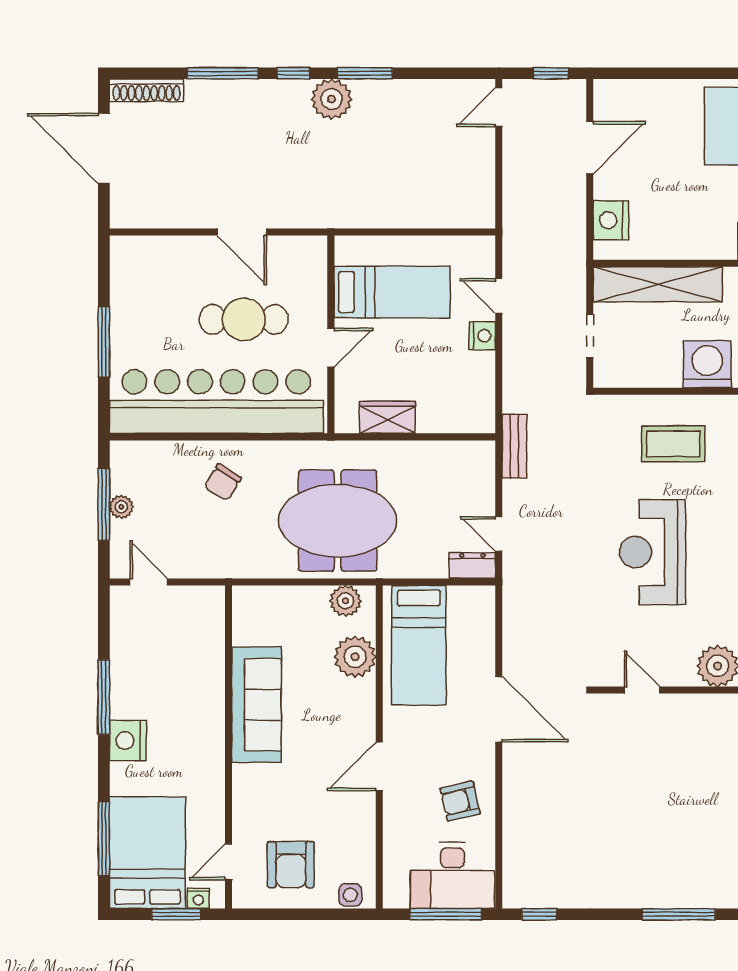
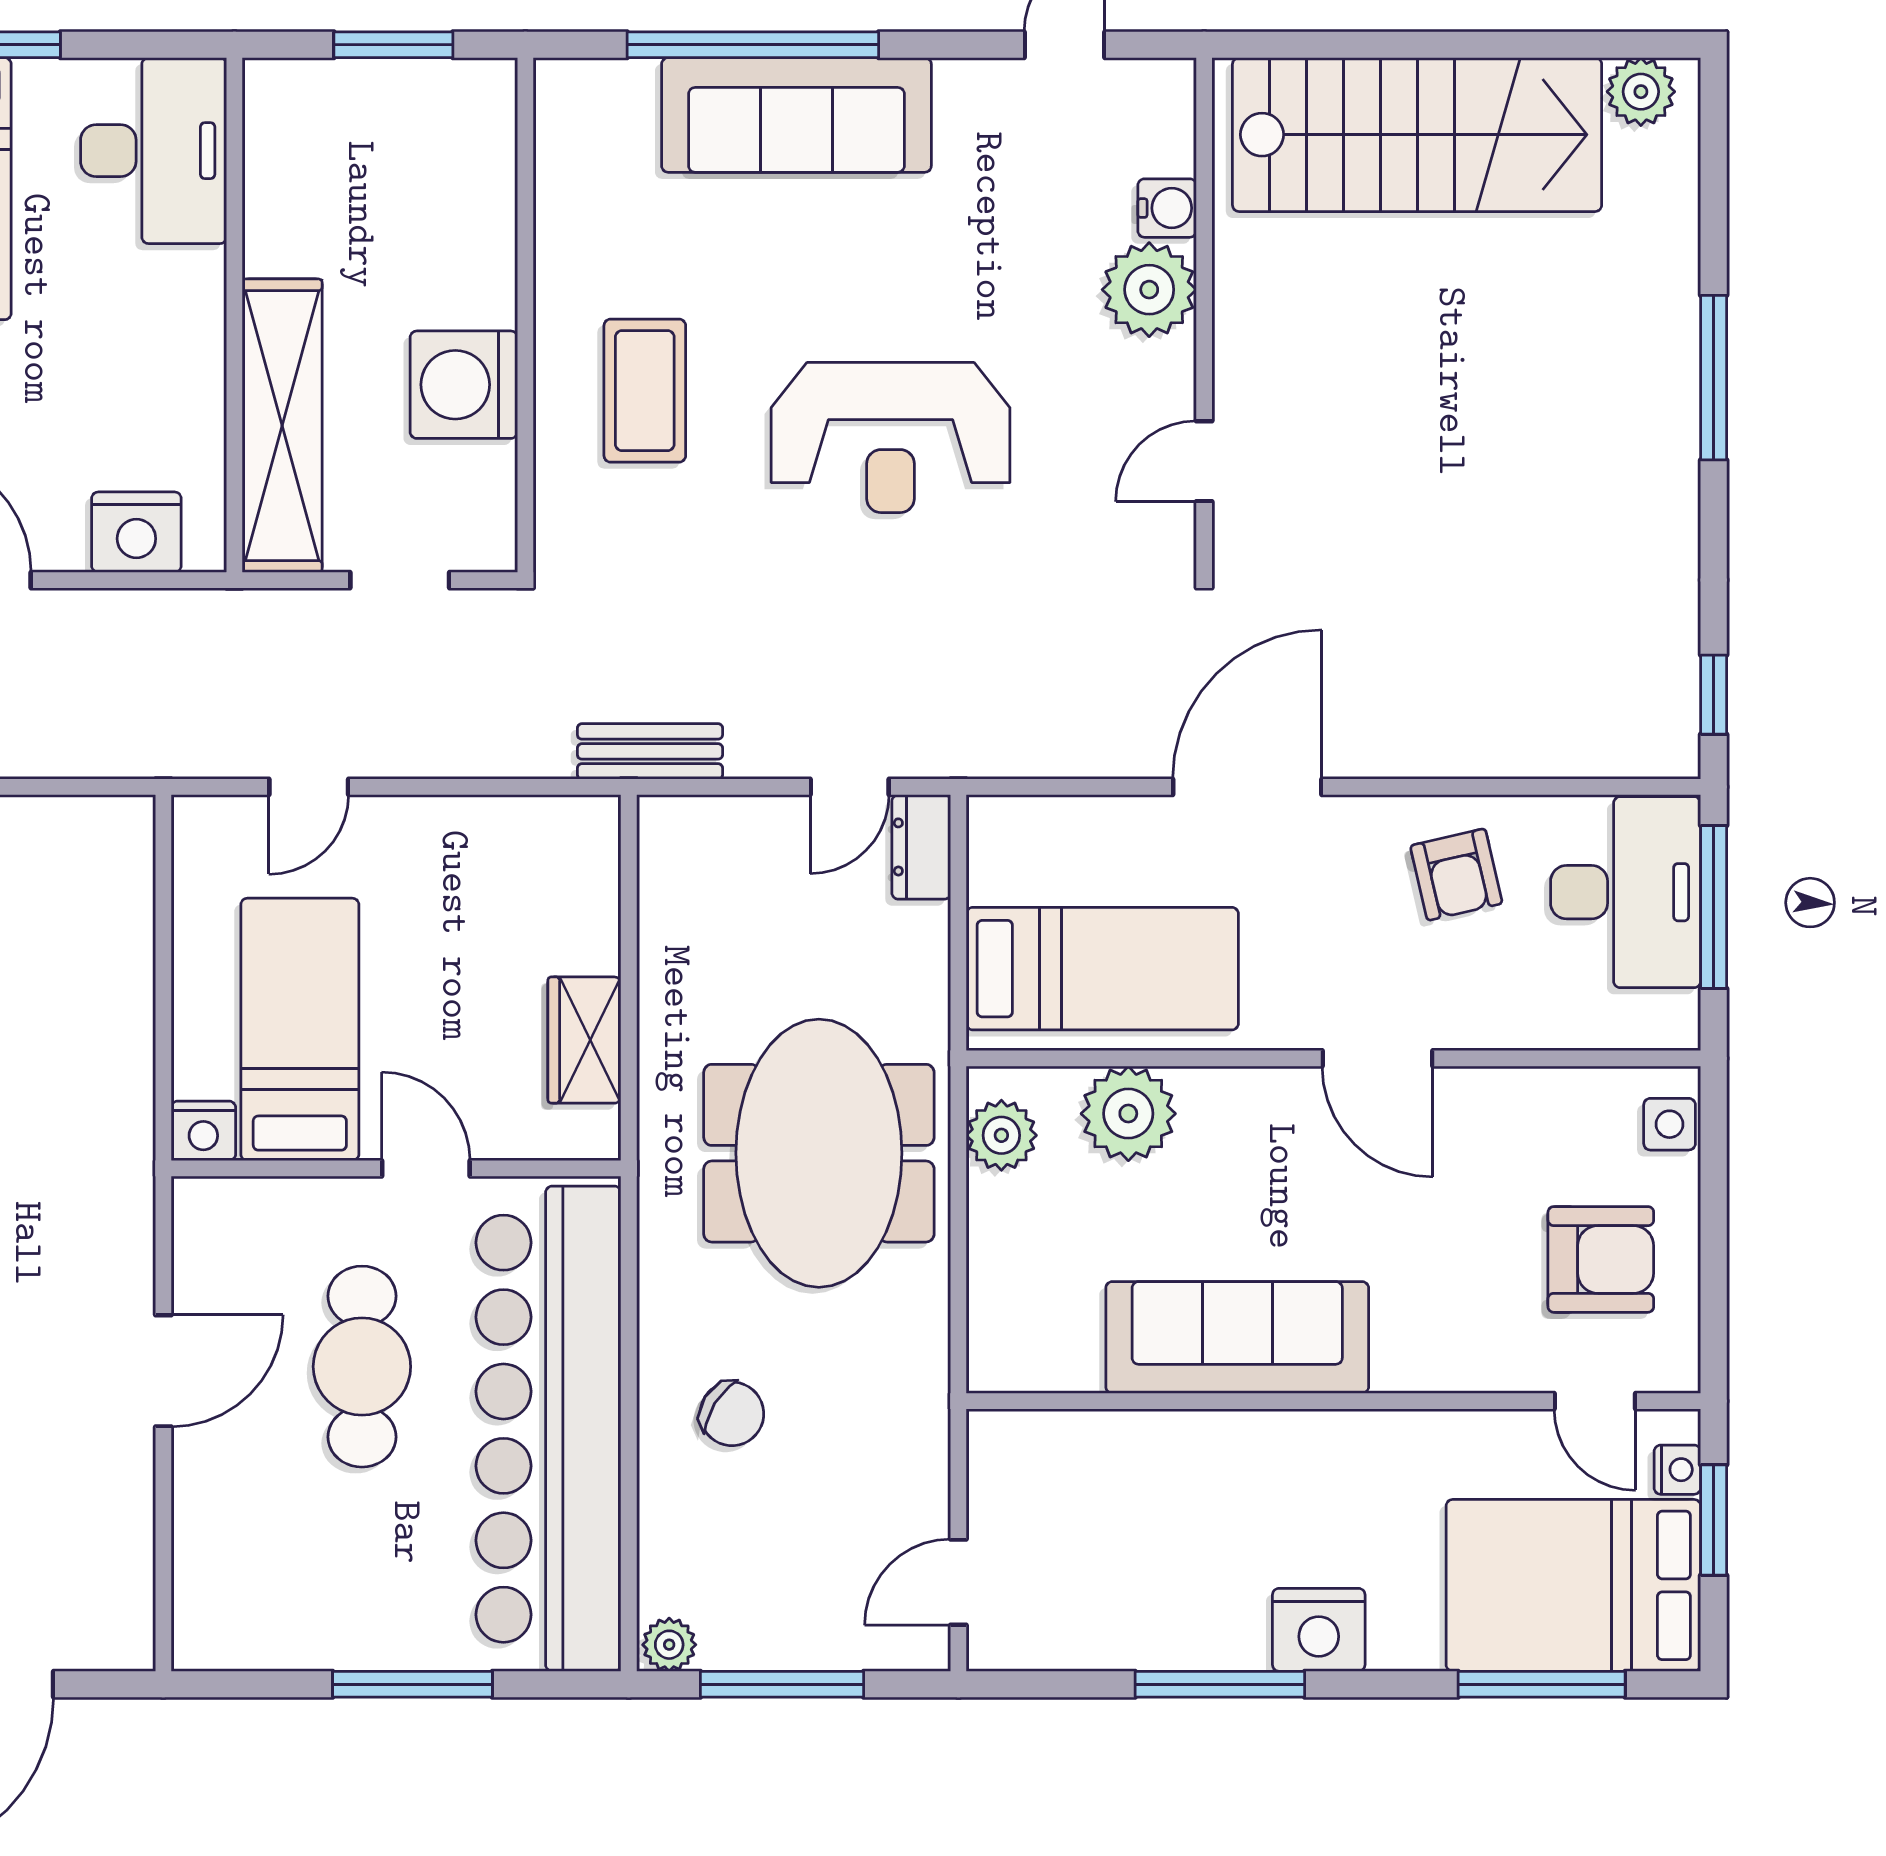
nightstand: (482, 336) -> (203, 1131), moved, turned 180
washing machine: (707, 364) -> (464, 385), moved
plant: (121, 507) -> (669, 1645), moved

